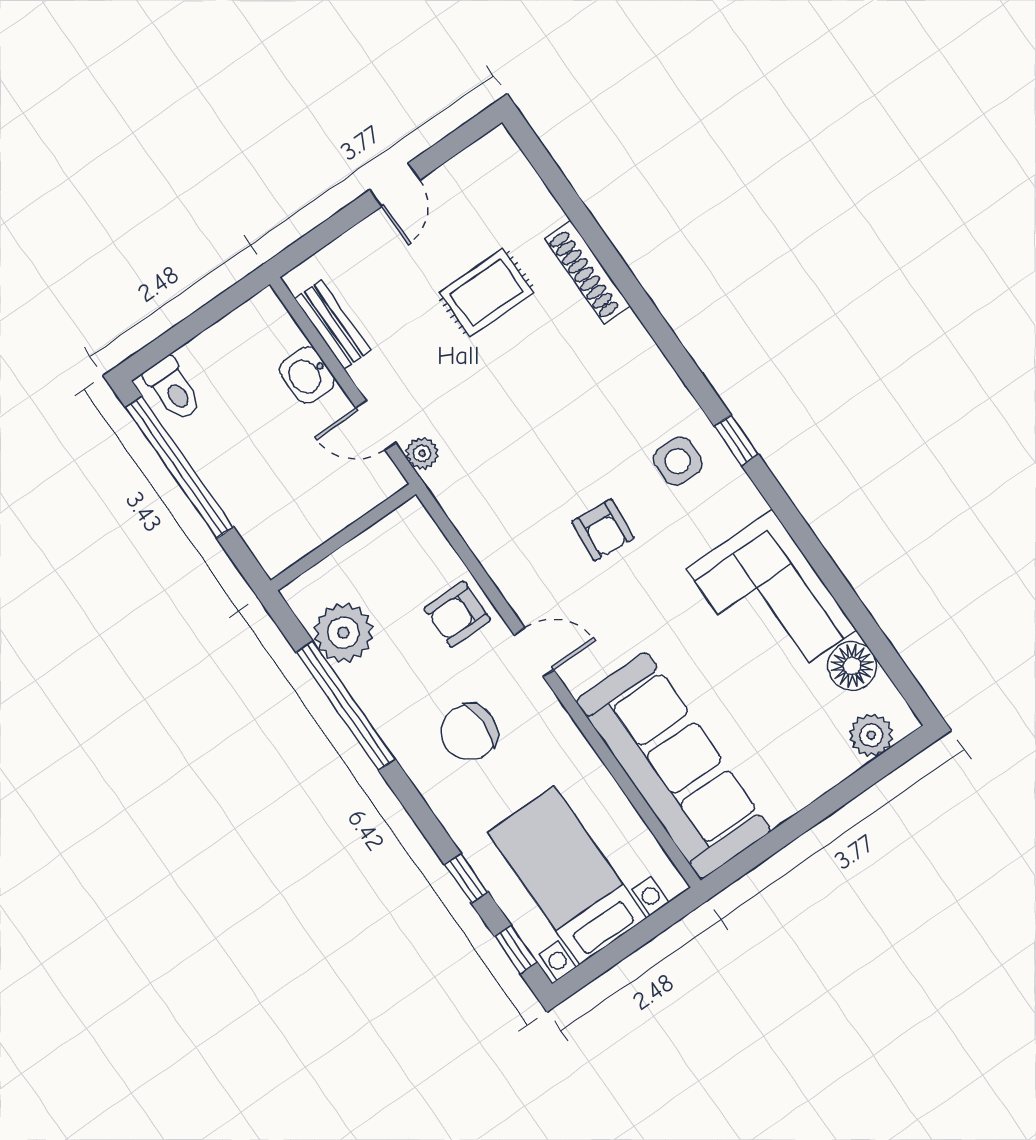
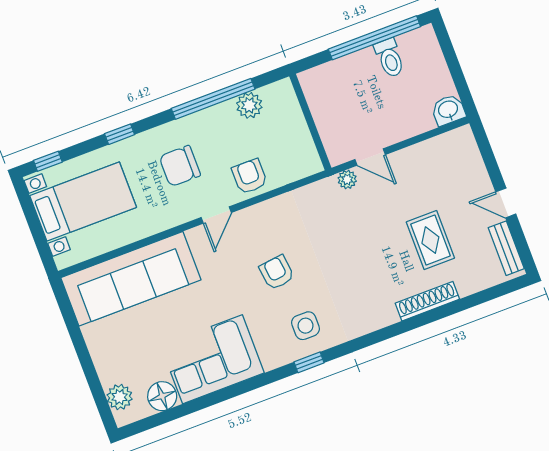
bench: (332, 324) -> (506, 248), moved, turned 90
washbasin: (307, 375) -> (448, 110), moved
toilet: (173, 389) -> (390, 58), moved, turned -90
door: (376, 425) -> (370, 157), swing flipped
armchair: (603, 530) -> (277, 272), turned 78
plant: (343, 633) -> (249, 105), width x0.73, depth x0.73
chair: (469, 732) -> (180, 166), turned -90
window: (466, 878) -> (120, 134), moved

